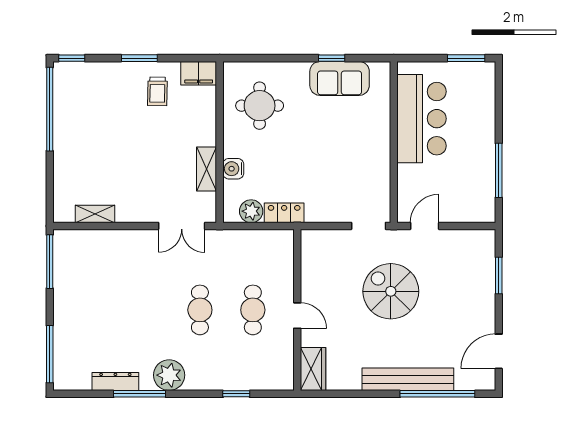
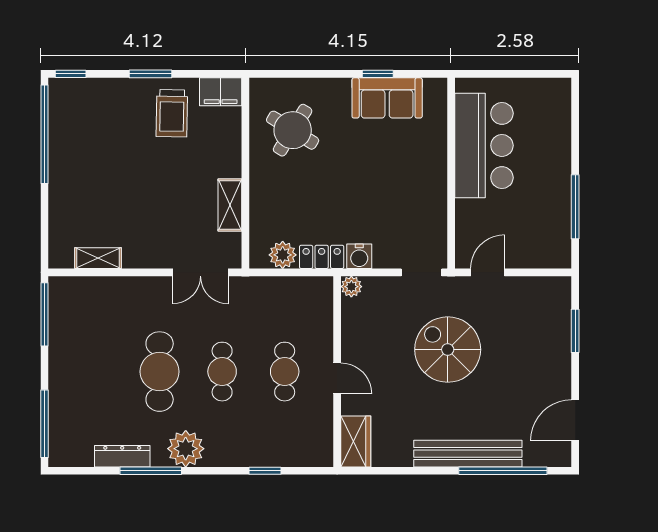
window: (466, 58) -> (537, 74), removed
trolley: (157, 91) -> (172, 113), width x1.36, depth x1.39
round table: (260, 106) -> (293, 130), turned 32
water cooler: (233, 169) -> (359, 256), moved, turned -90
plant: (309, 238) -> (351, 287), added
cafe table: (147, 310) -> (160, 372), added

